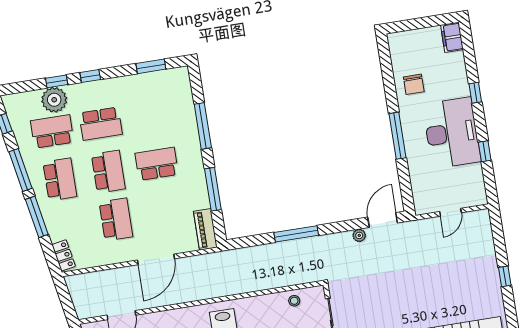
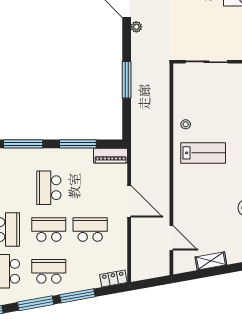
stool: (294, 301) -> (186, 124), moved

